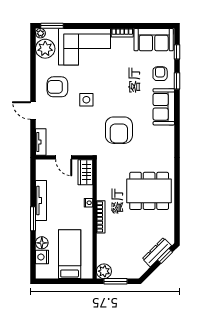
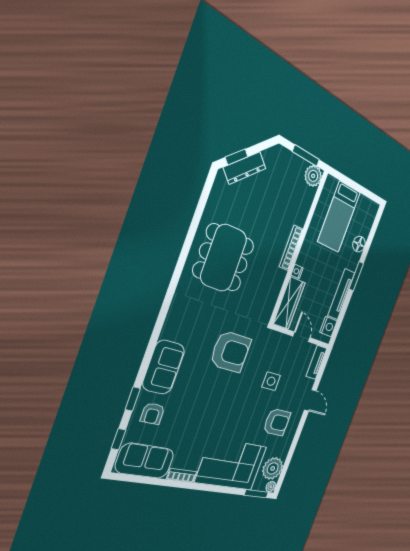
side table: (86, 100) -> (271, 381), moved
armchair: (119, 130) -> (231, 352), turned 90
wardrobe: (85, 172) -> (289, 303), width x1.50
dining table: (149, 191) -> (224, 258), turned 90
nightstand: (42, 257) -> (328, 327), moved

